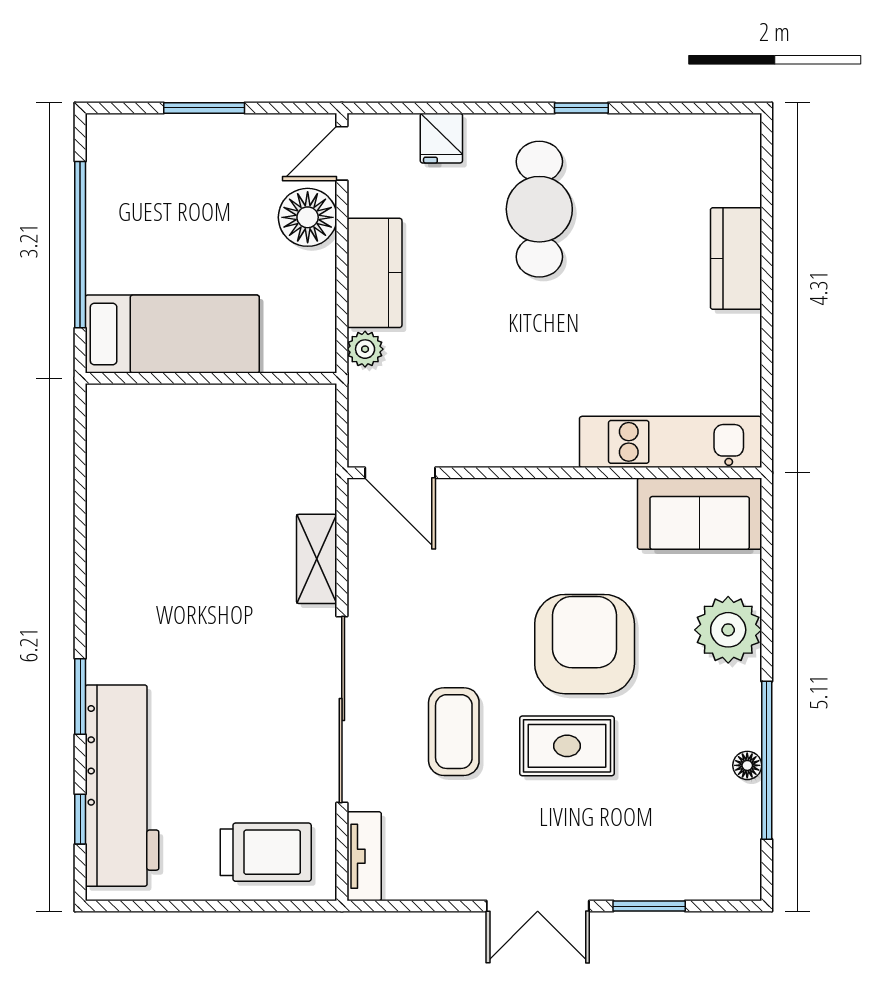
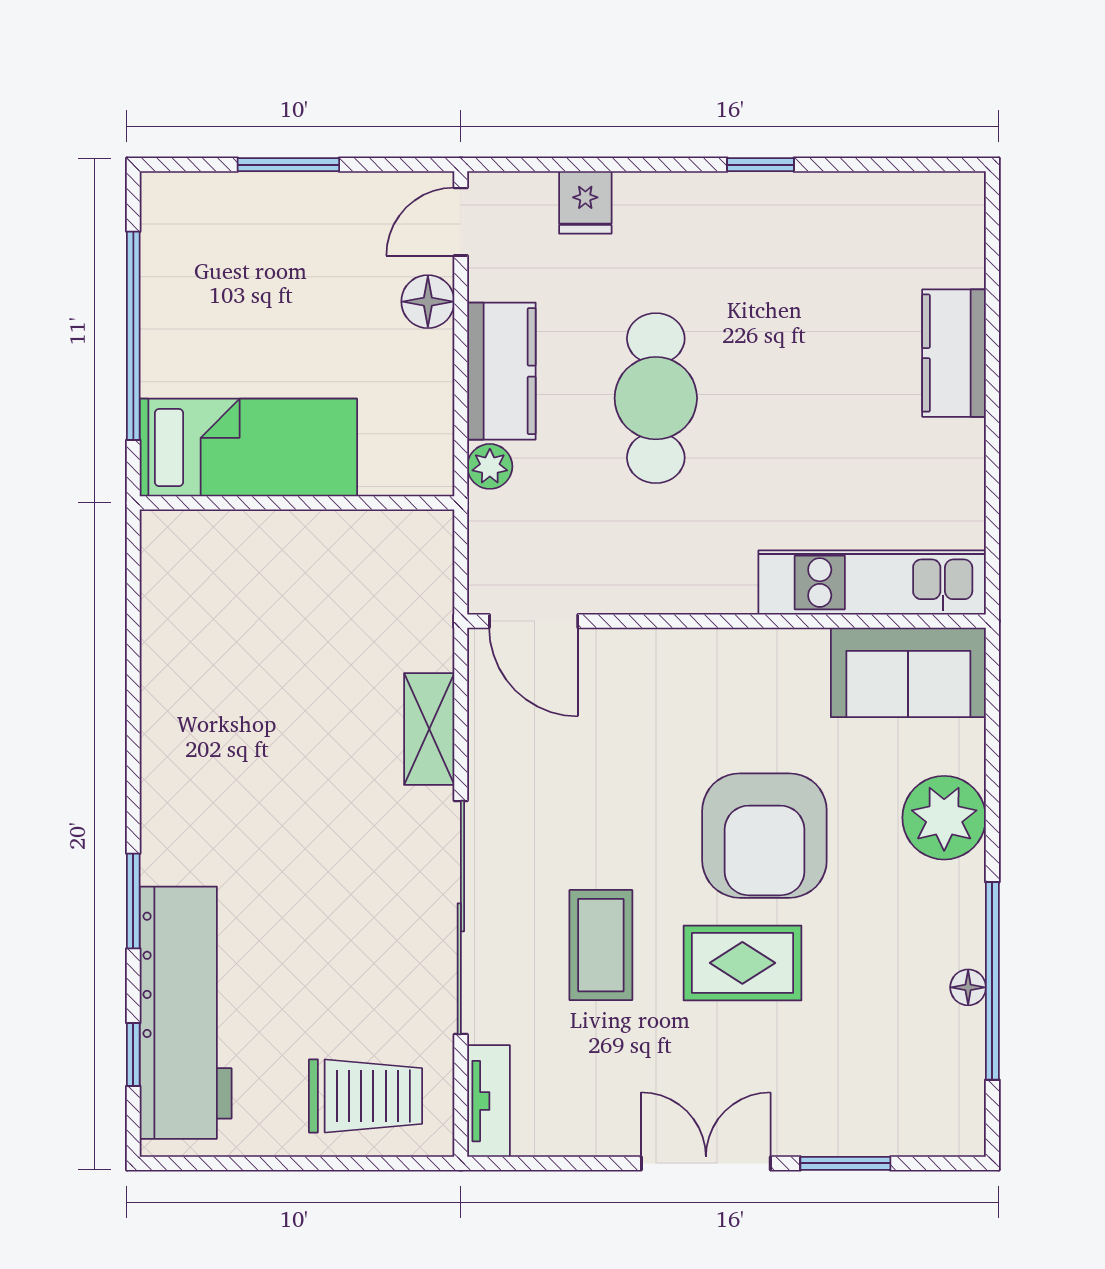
cafe table: (539, 209) -> (656, 398), moved
floor lamp: (308, 217) -> (428, 302), width x0.73, depth x0.73
armchair: (585, 644) -> (764, 836), turned 180
double door: (538, 906) -> (706, 1163), swing flipped

